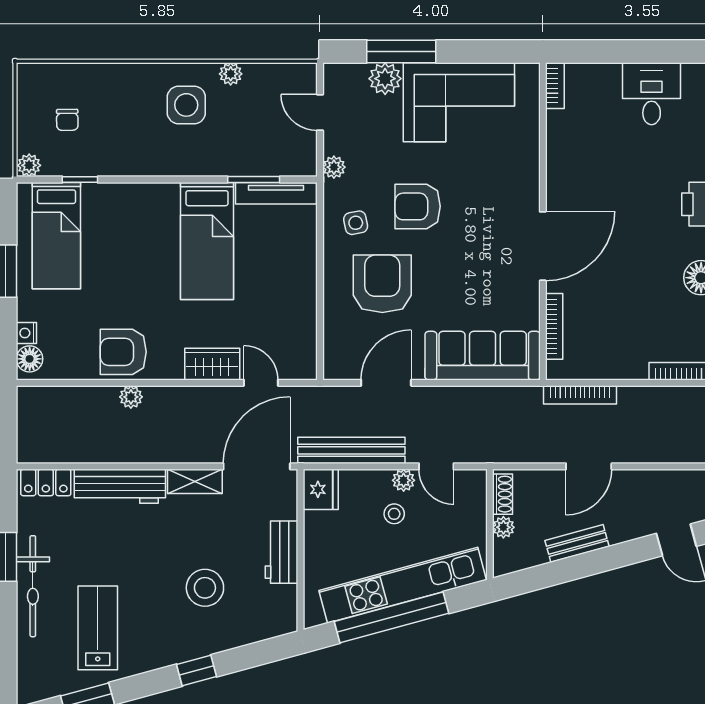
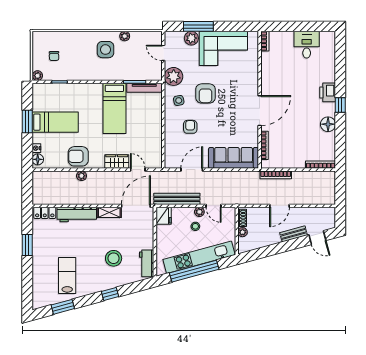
plant: (334, 167) -> (174, 76), width x1.88, depth x1.88
armchair: (418, 206) -> (205, 93), turned -90
bed: (56, 236) -> (55, 122), moved, turned -90
armchair: (382, 284) -> (190, 127), width x0.53, depth x0.53
bench: (577, 543) -> (294, 234), moved
workbench: (282, 552) -> (147, 263), moved
bicycle: (33, 586) -> (39, 258), removed

